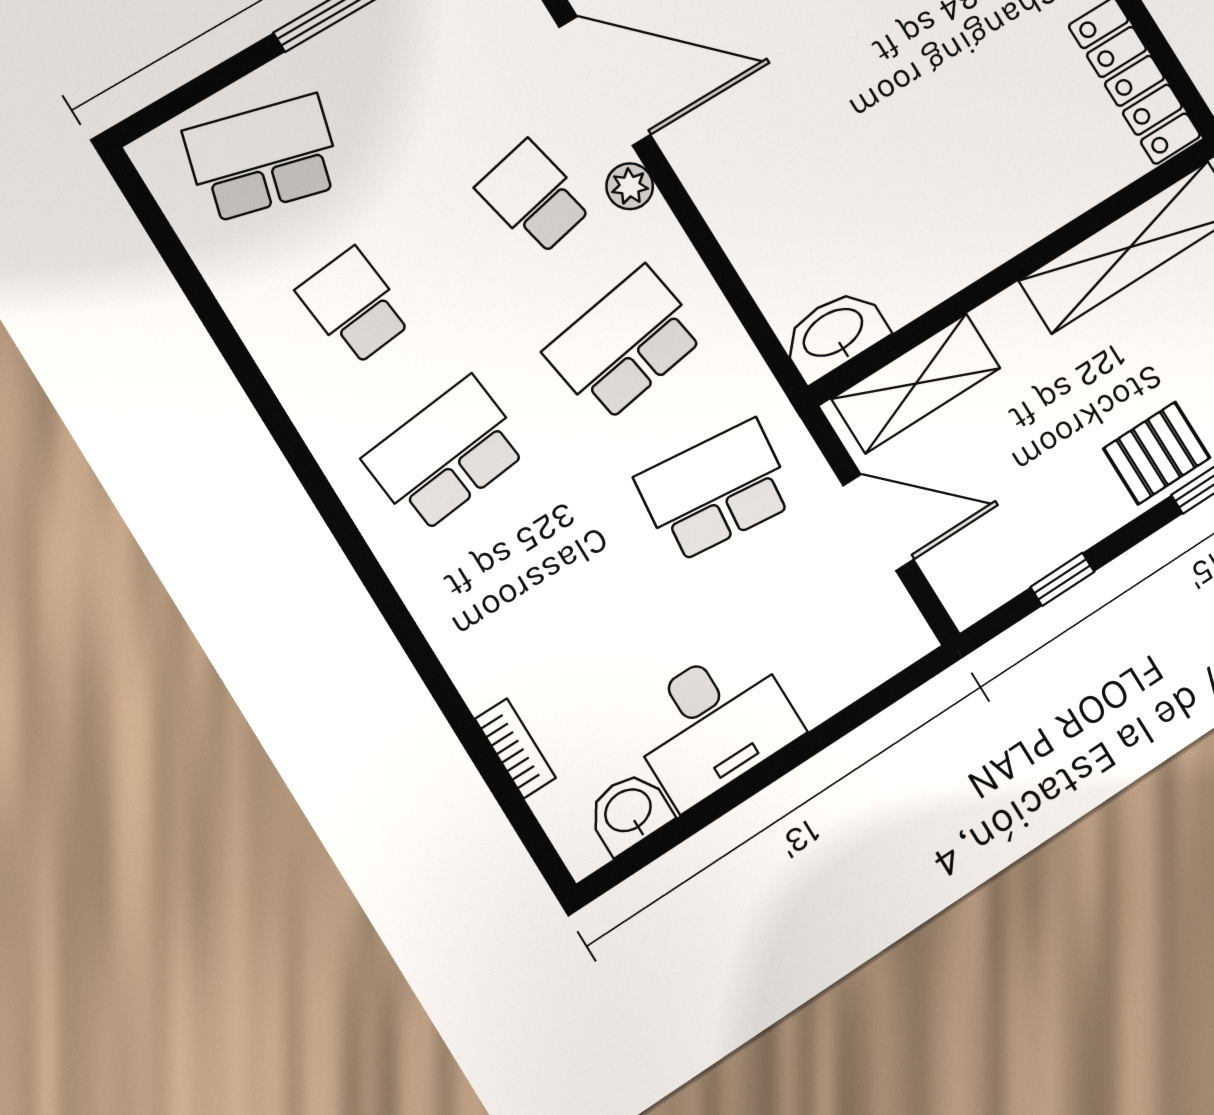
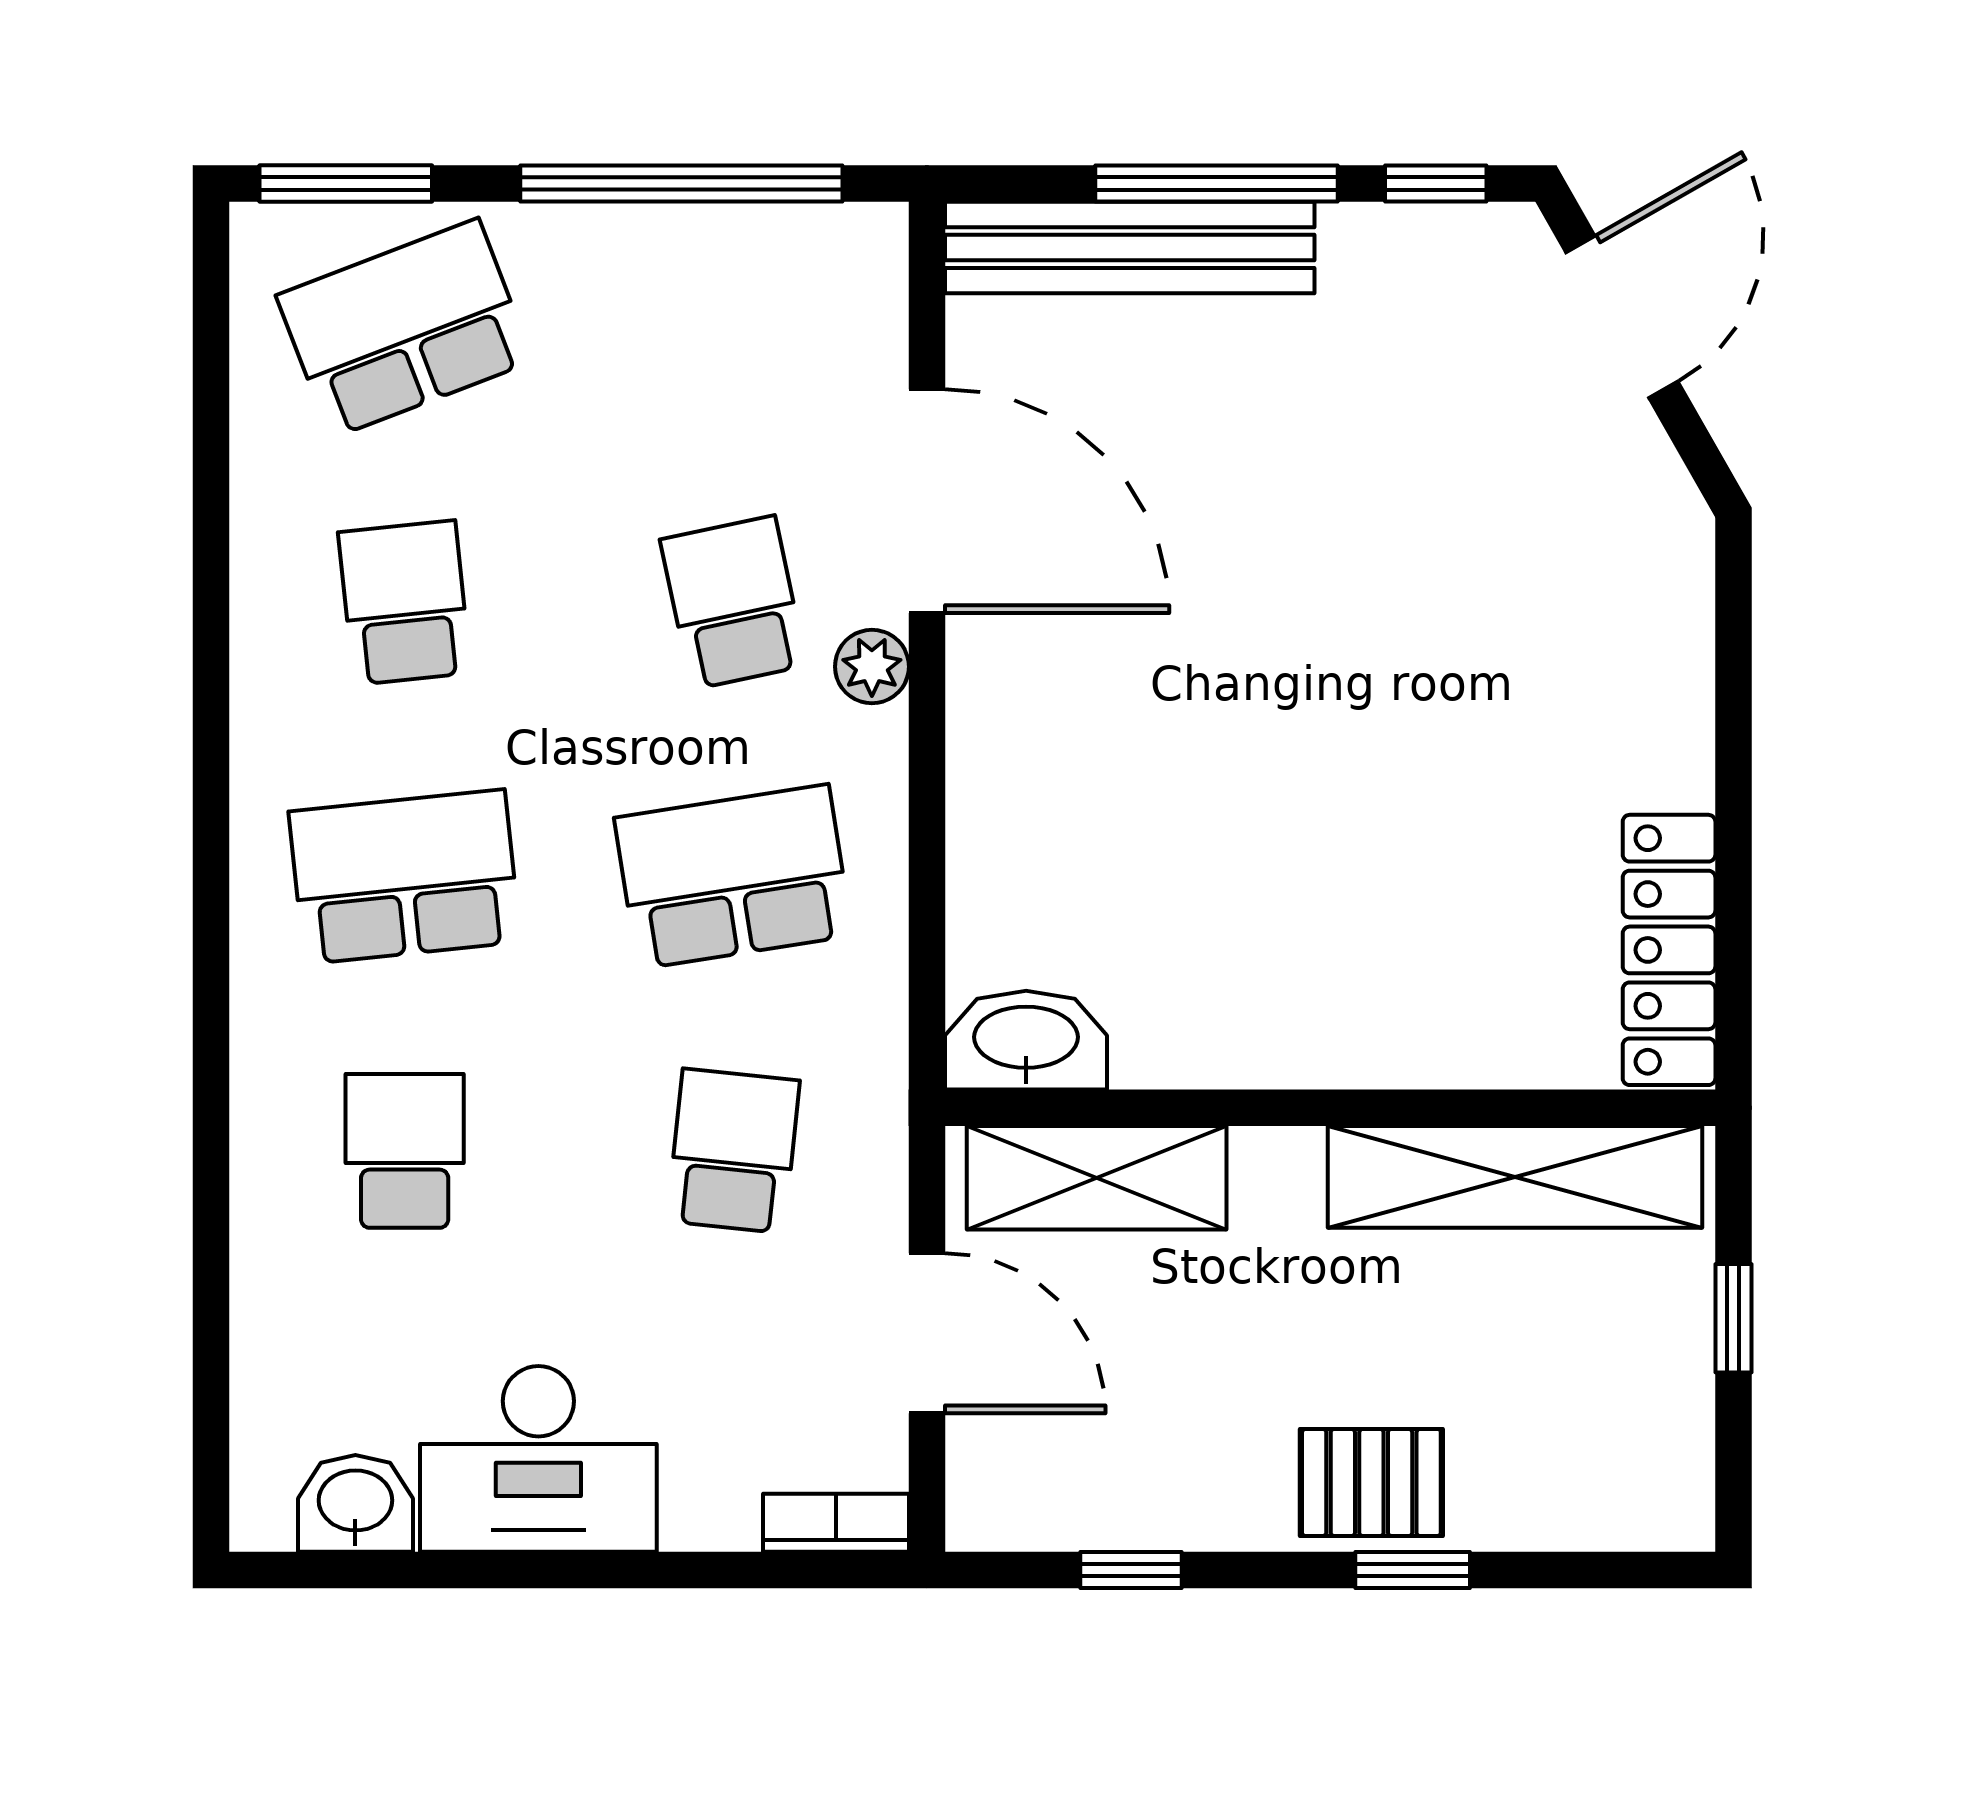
window: (182, 99) -> (346, 183), added
school desk: (263, 158) -> (405, 328), turned -36
school desk: (715, 490) -> (733, 1151), width x0.54
school desk: (538, 603) -> (405, 1151), added
bookcase: (515, 748) -> (836, 1523), moved, turned -90

